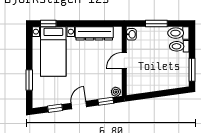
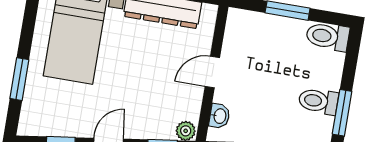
washbasin: (131, 34) -> (219, 116), moved
toilet: (179, 46) -> (318, 101), moved

